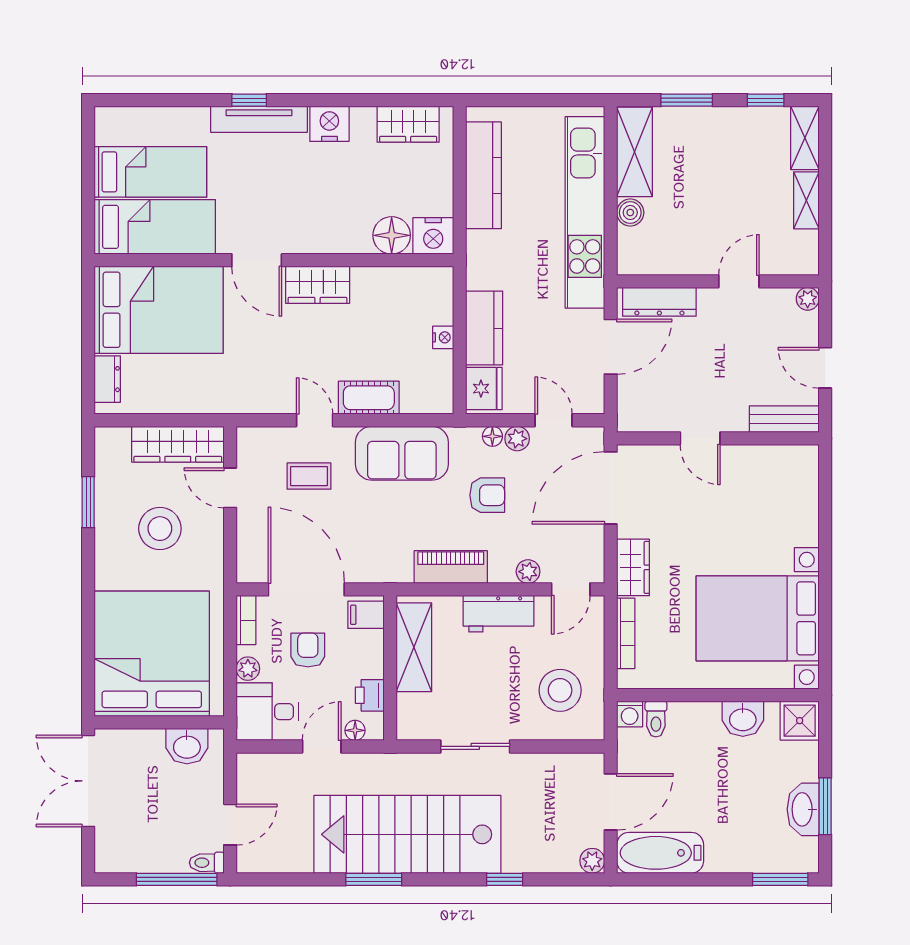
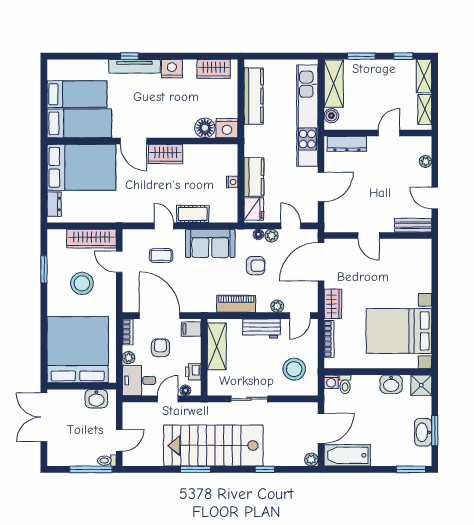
wall: (718, 281) -> (378, 133), moved
door: (739, 281) -> (389, 133), moved
dresser: (659, 302) -> (347, 144), moved

